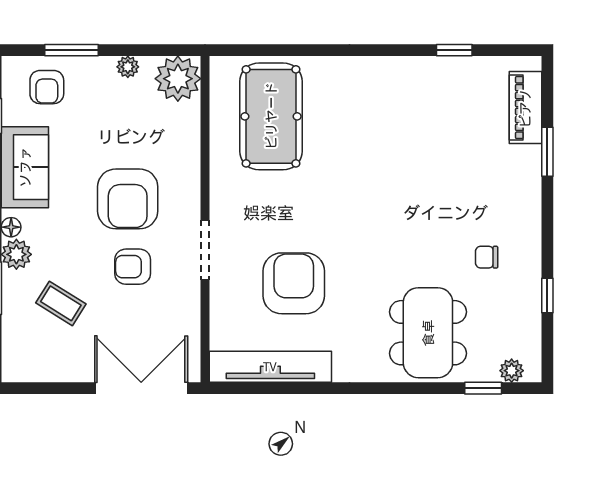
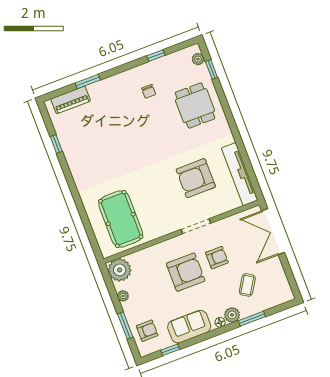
pool table: (271, 116) -> (121, 219), turned 90
armchair: (133, 267) -> (217, 258), turned -90
dining table: (428, 333) -> (195, 106), width x0.73

